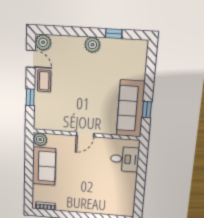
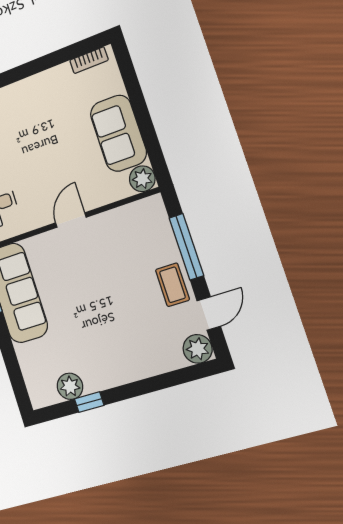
plant: (92, 45) -> (70, 386), moved
door: (31, 59) -> (209, 314), swing flipped
window: (30, 97) -> (186, 247), width x2.17

